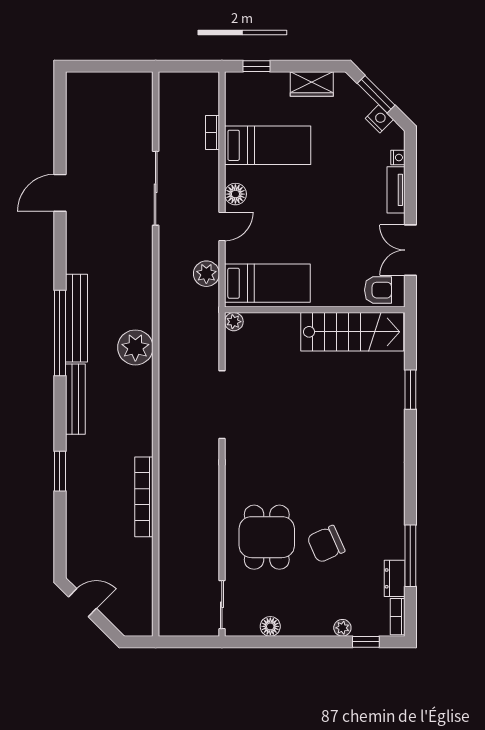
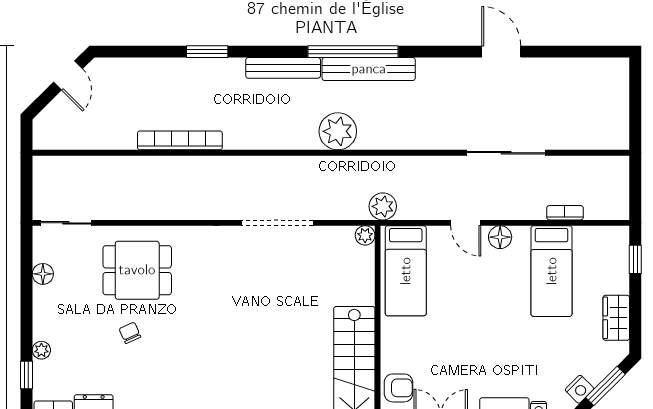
plant: (206, 274) -> (383, 206), moved
armchair: (378, 290) -> (398, 388), turned -90
chair: (326, 544) -> (130, 333), width x0.54, depth x0.54

